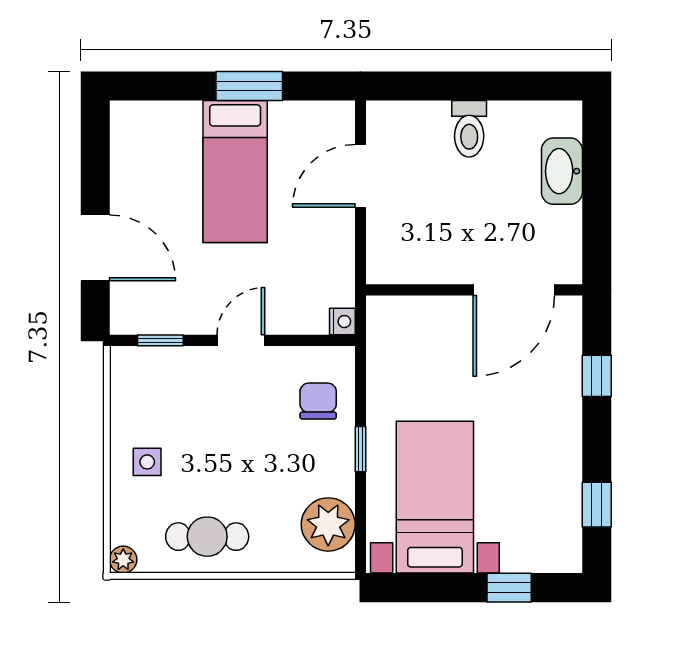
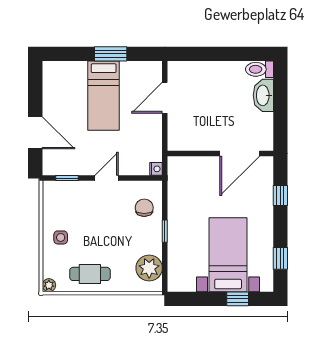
toilet: (469, 129) -> (259, 69), moved, turned 90
bed with nightstands: (435, 497) -> (228, 255), moved

